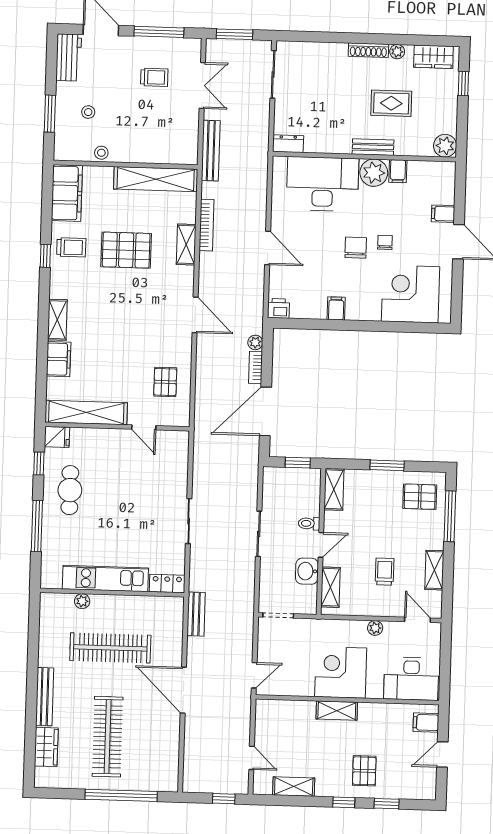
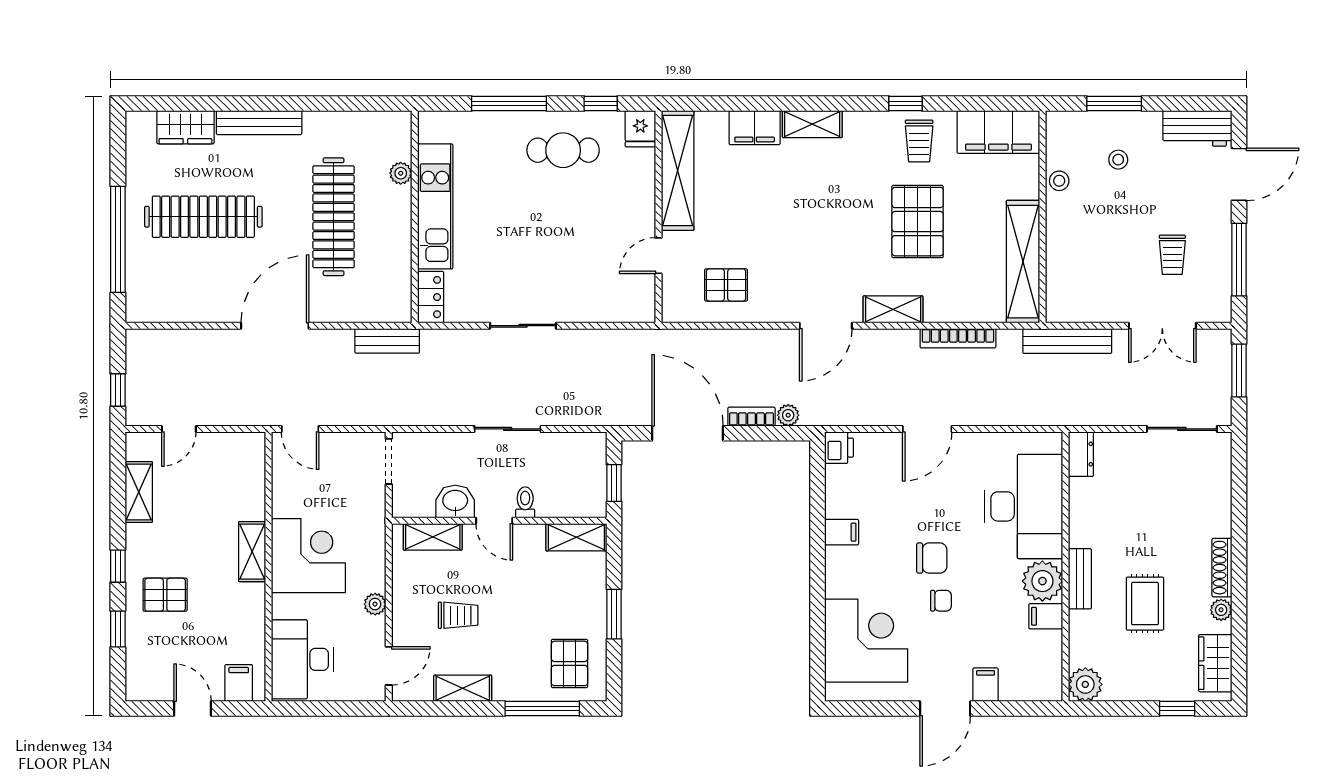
shelving: (186, 244) -> (893, 309), moved

